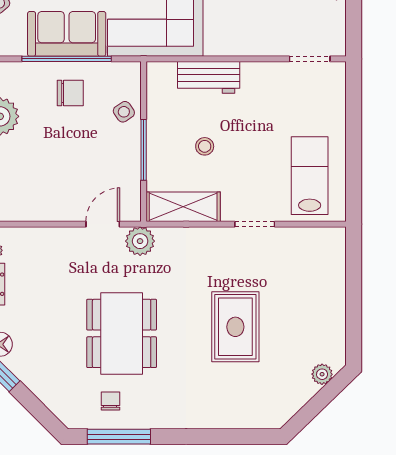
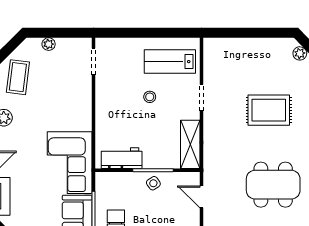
workbench: (209, 77) -> (122, 158), moved, turned -90
side table: (124, 112) -> (153, 183), moved
stool: (205, 146) -> (150, 97), moved
plant: (140, 241) -> (213, 173), removed

